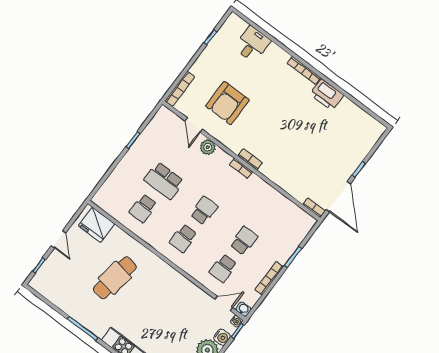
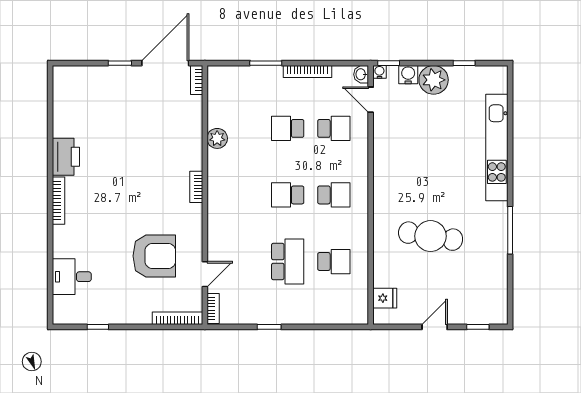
plant: (208, 147) -> (217, 138), moved
bookcase: (241, 168) -> (213, 308), moved
fridge: (96, 225) -> (385, 298), width x0.53, depth x0.75

